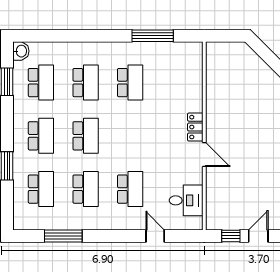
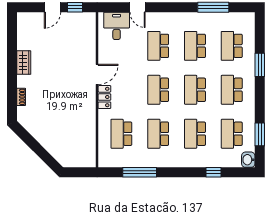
window: (63, 36) -> (214, 172), added
school desk: (175, 83) -> (121, 134), added
school desk: (130, 136) -> (158, 90), added
door: (204, 154) -> (97, 74), swing flipped
desk: (186, 200) -> (117, 26), moved, turned 90

